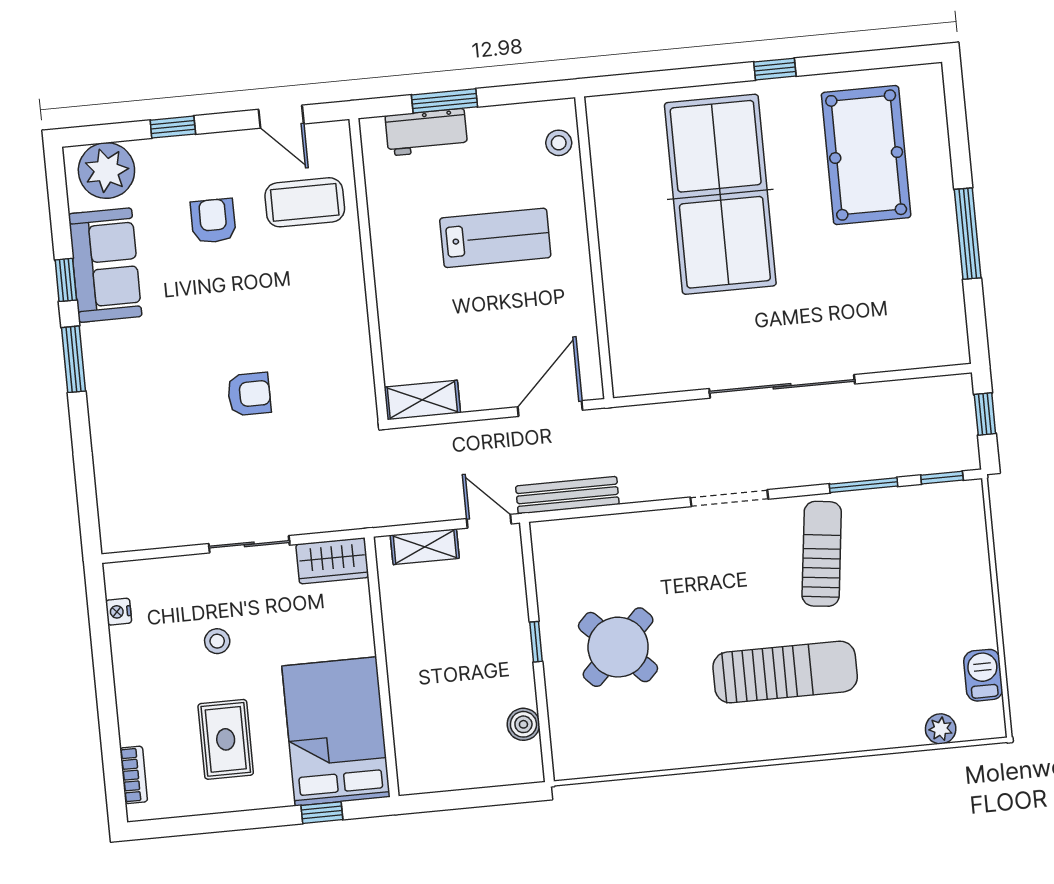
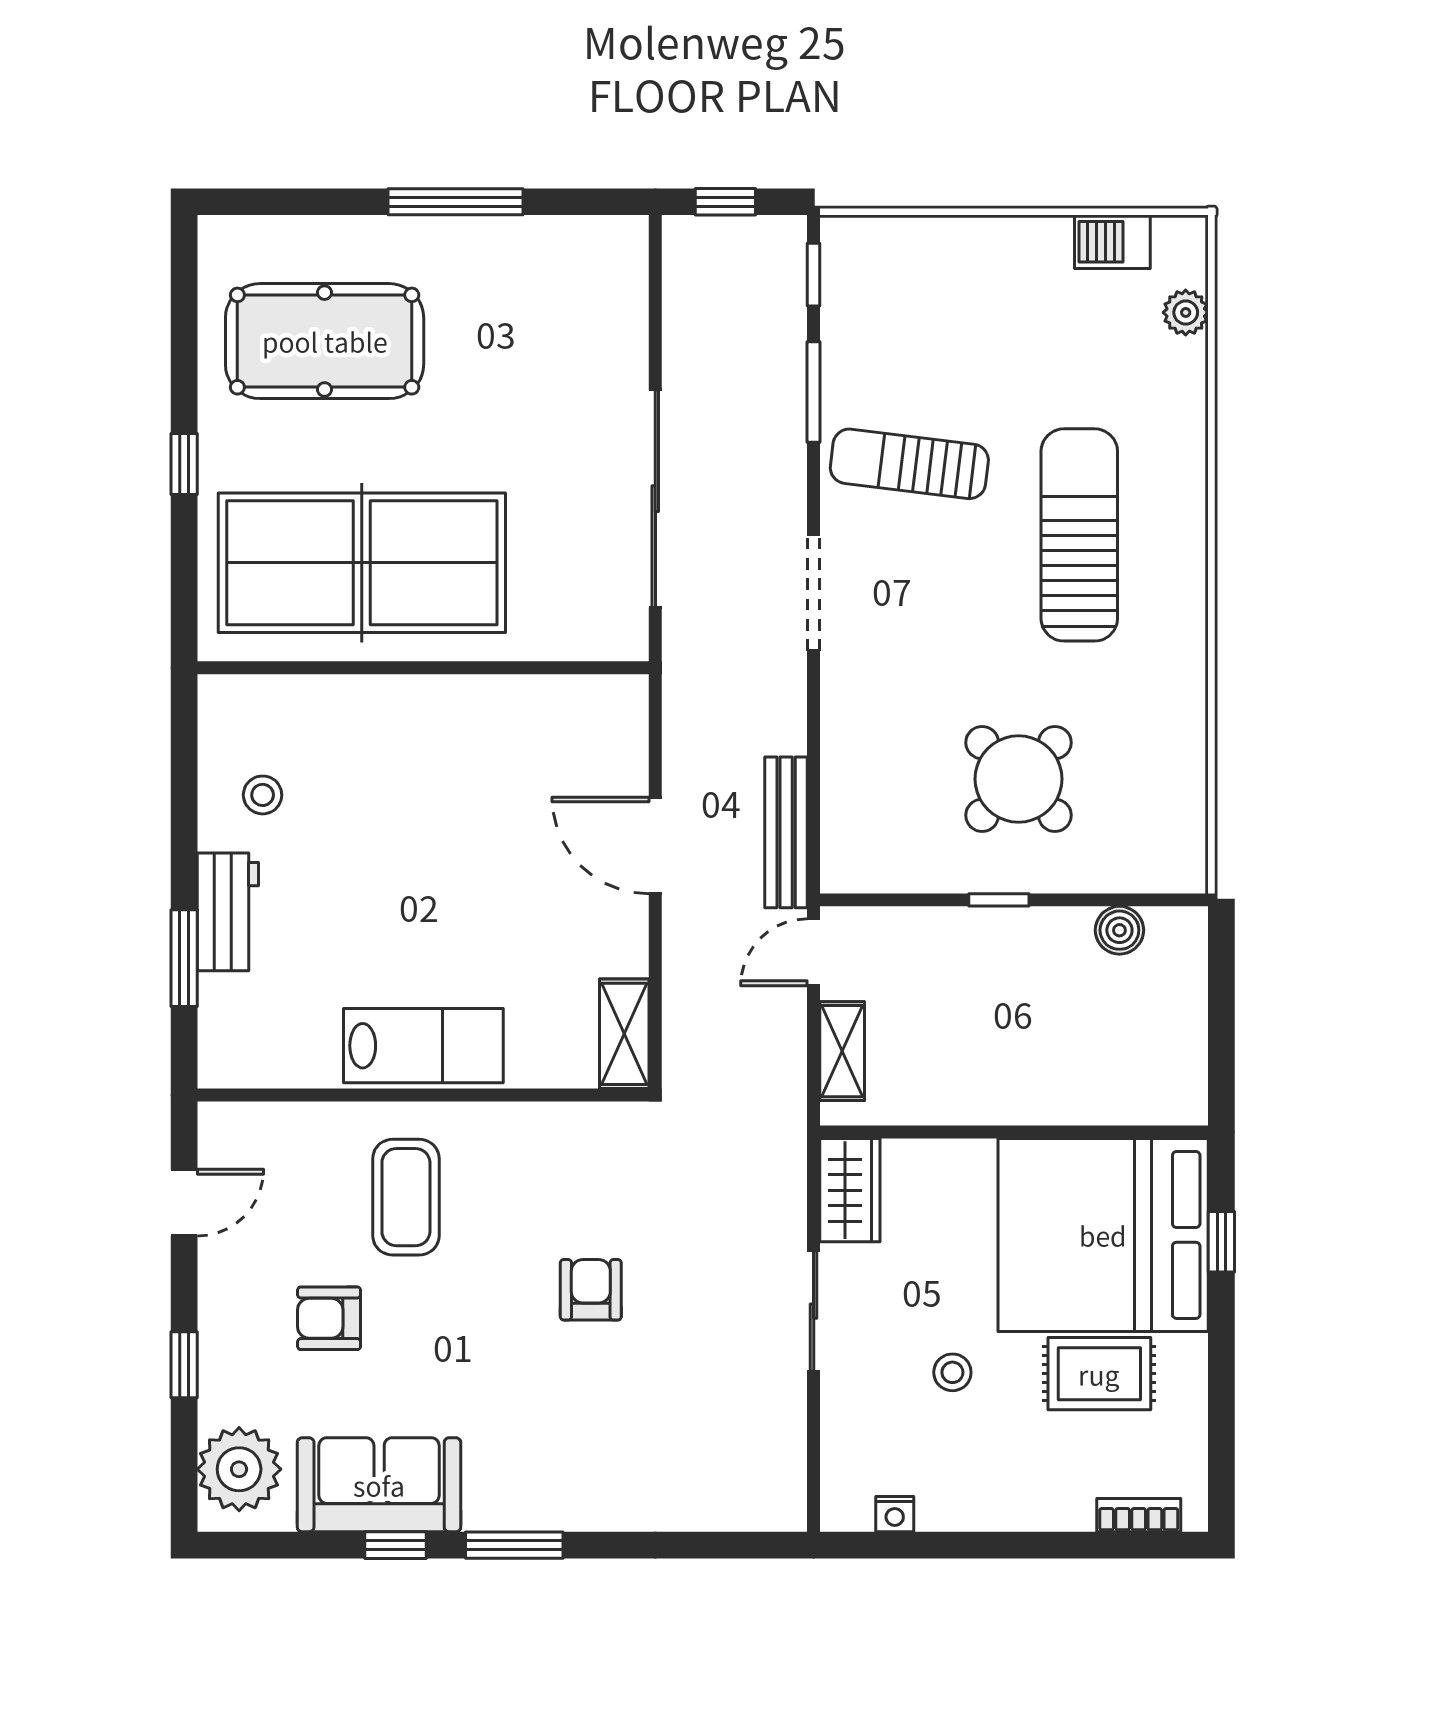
workbench: (426, 132) -> (228, 912), moved
coffee table: (305, 202) -> (406, 1197), moved
lab bench: (495, 238) -> (423, 1046), moved, turned 90
wall: (594, 248) -> (423, 668), moved
bed: (336, 731) -> (1103, 1235), width x1.36

